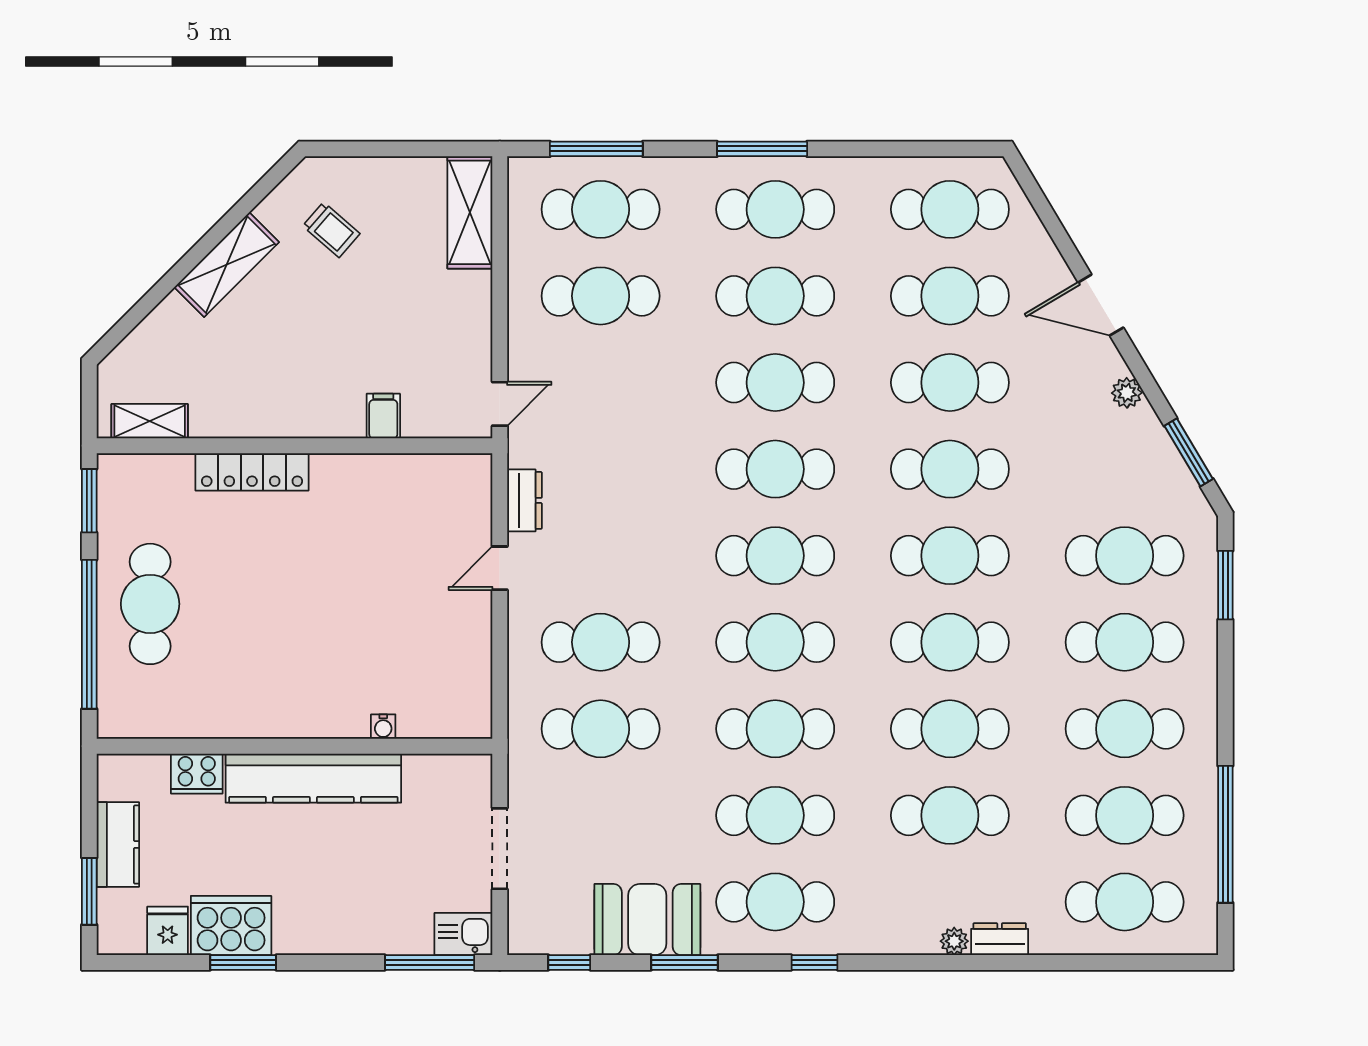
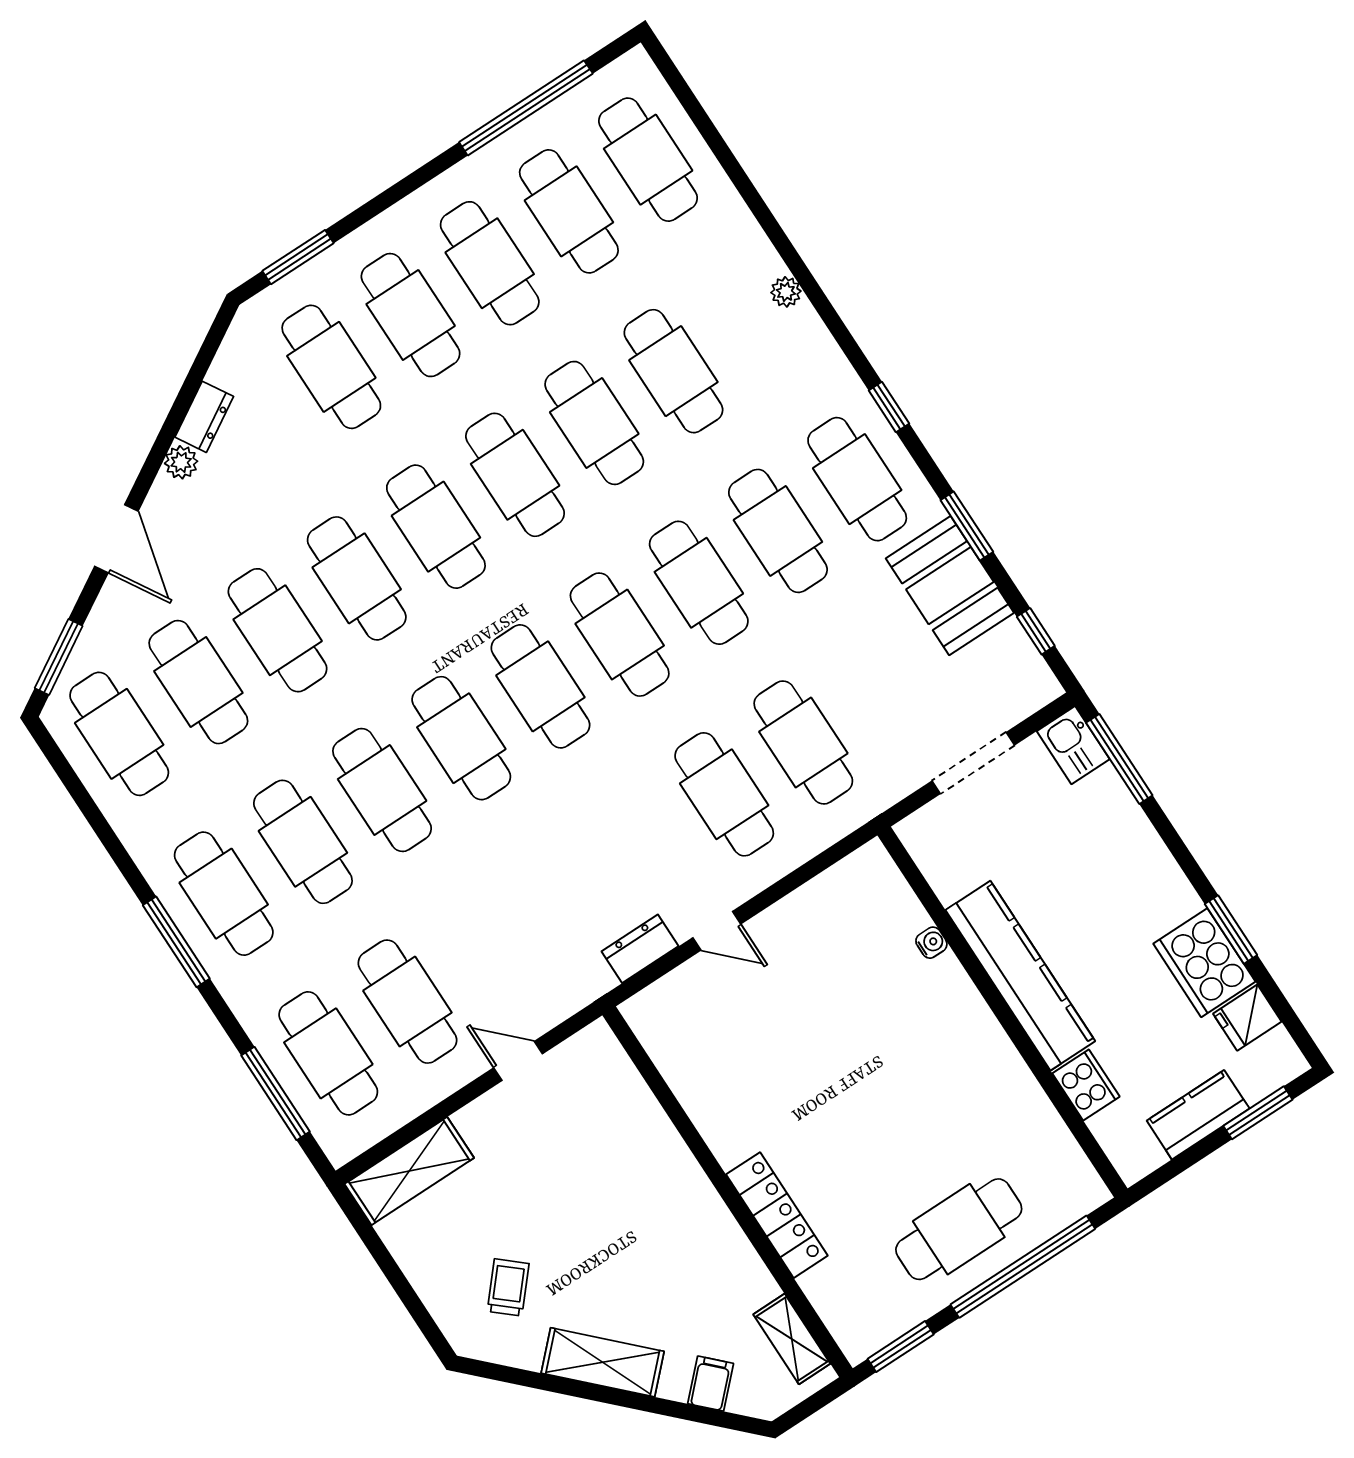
door: (500, 404) -> (518, 1061), moved
filing cabinet: (383, 416) -> (711, 1384), moved, turned 135
window: (1189, 452) -> (59, 657), moved
dresser: (1000, 939) -> (204, 417), moved, turned -121

